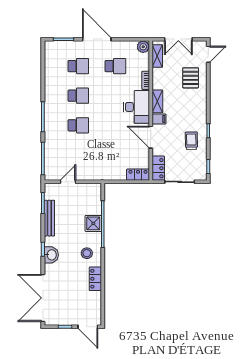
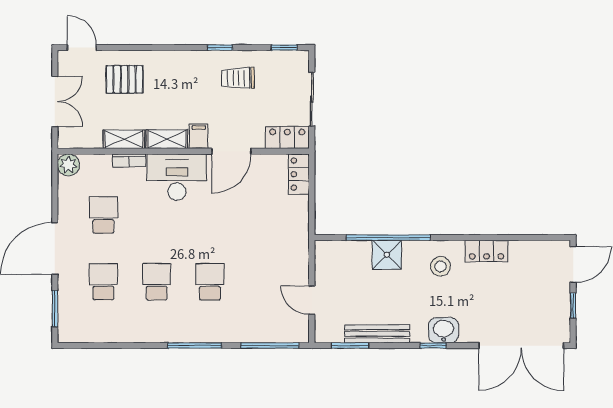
shelving: (157, 56) -> (124, 139), moved

